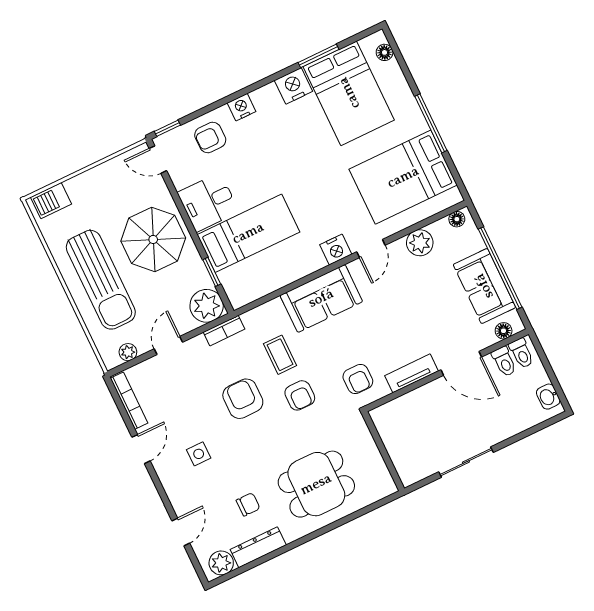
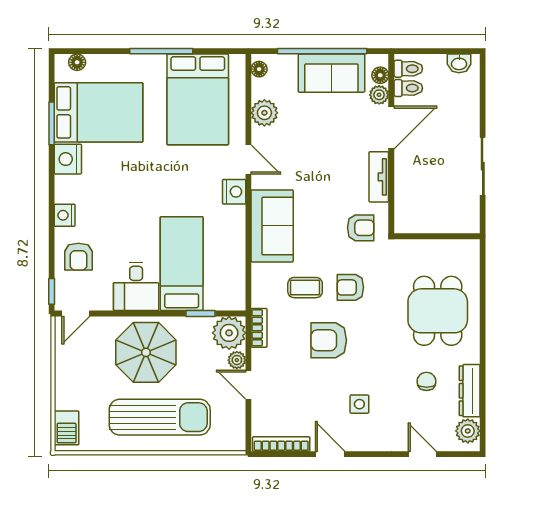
plant: (485, 338) -> (379, 95), added
plant: (128, 352) -> (237, 360), moved
armchair: (300, 395) -> (350, 287), turned 180

